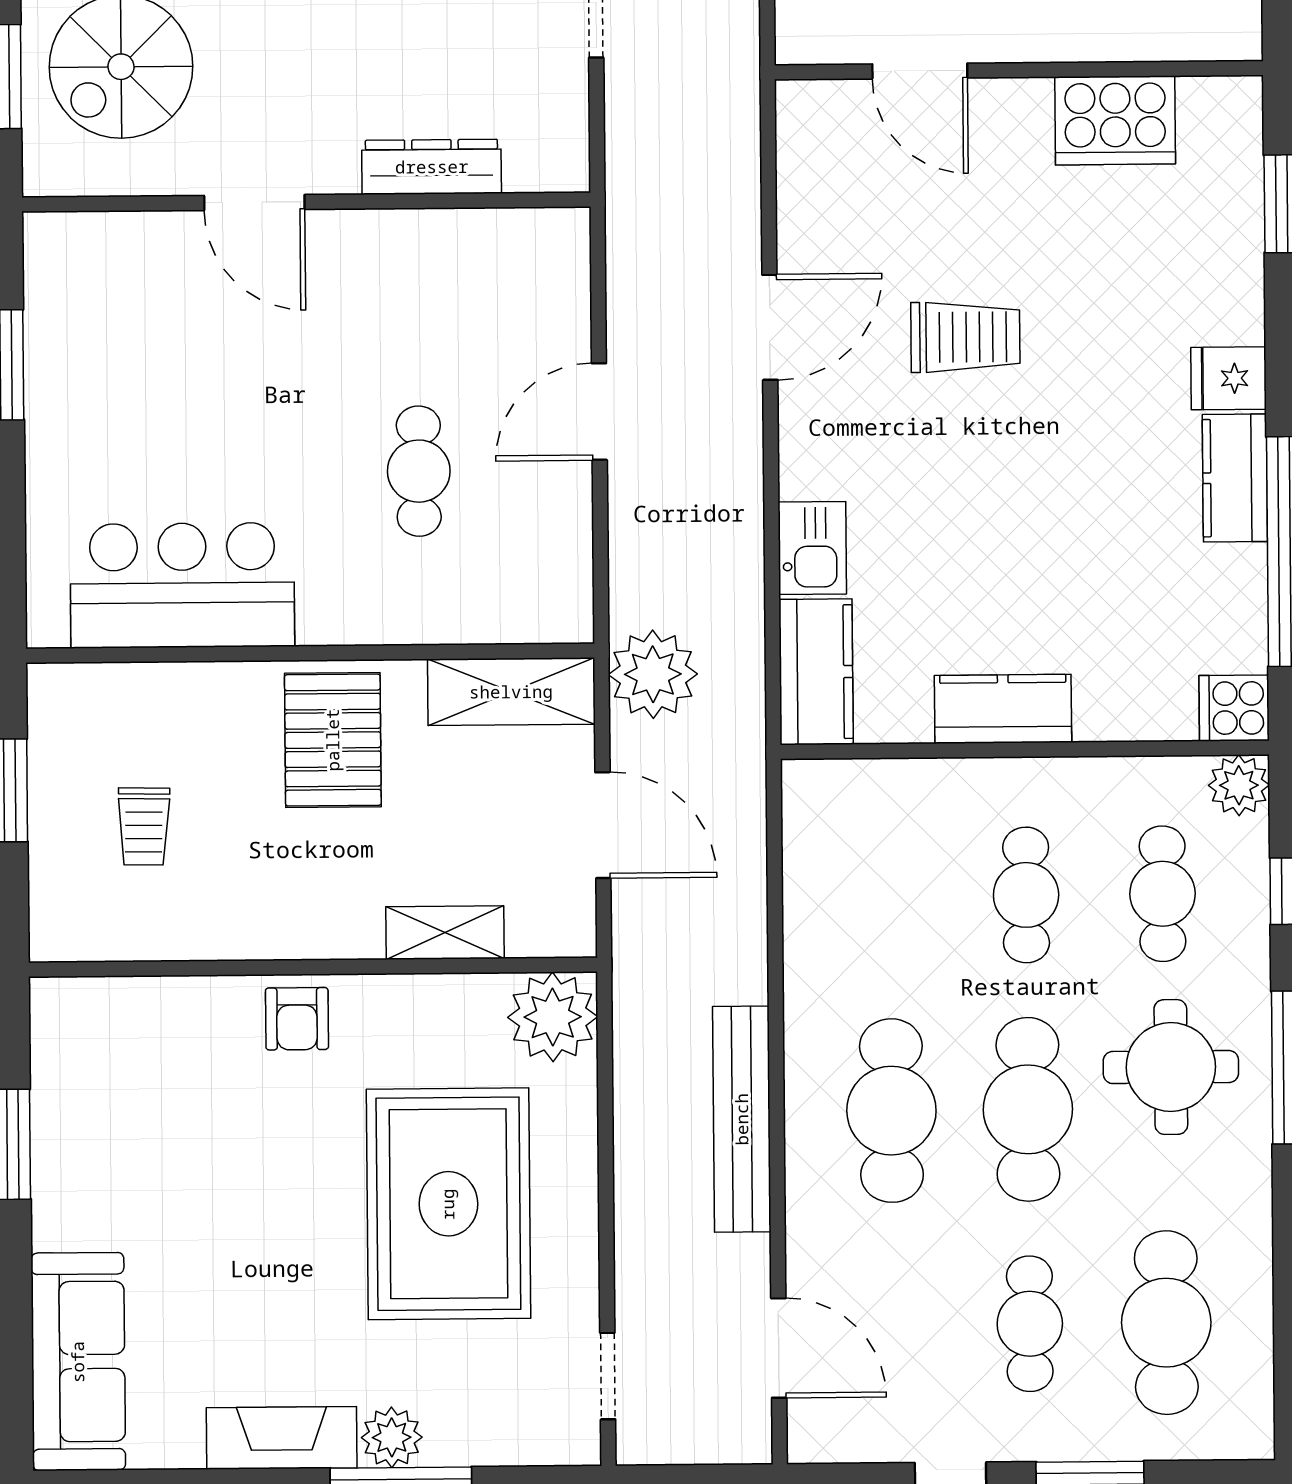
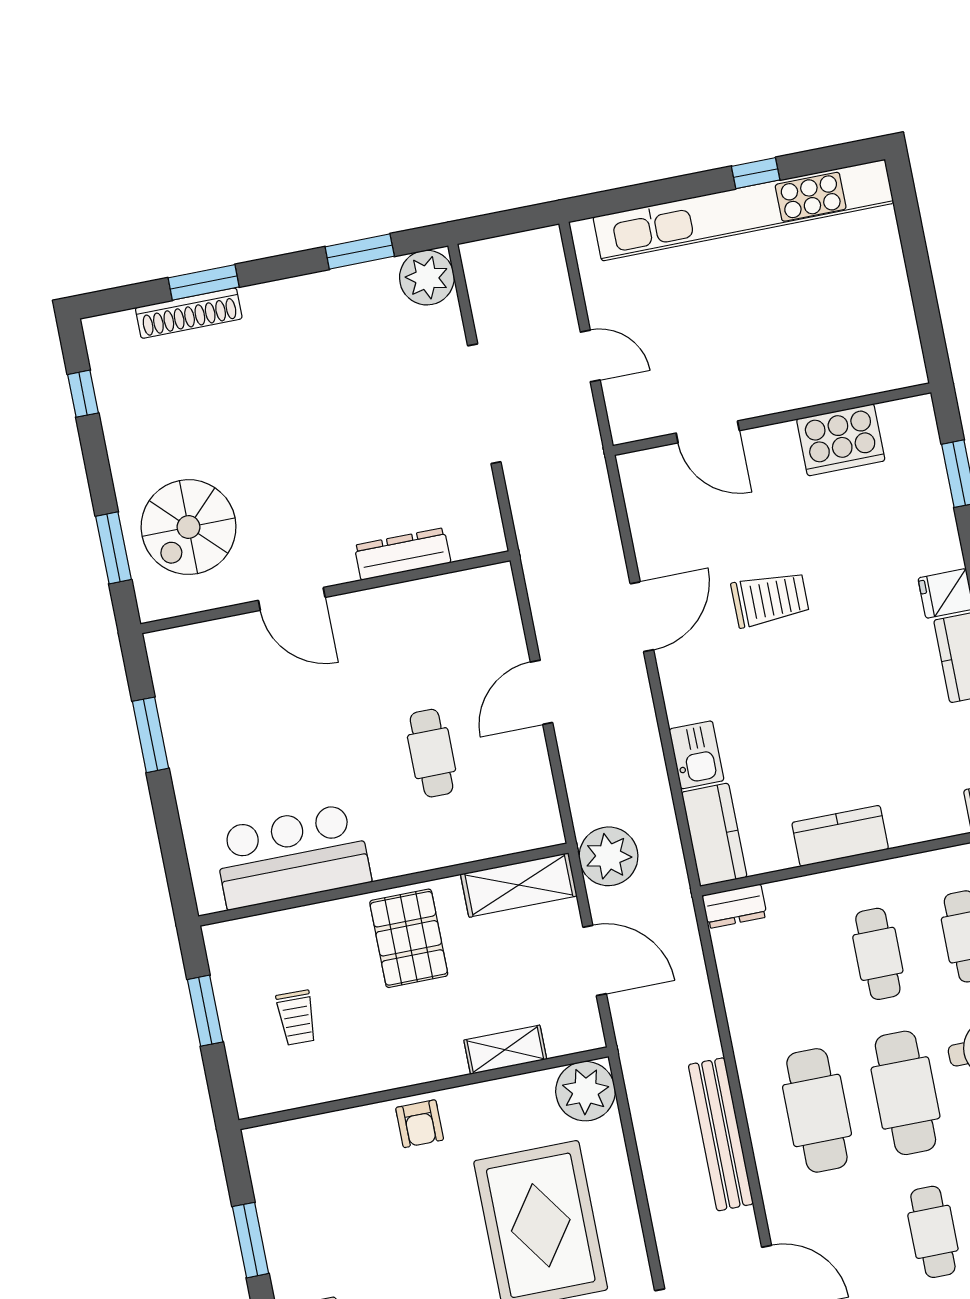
dresser: (826, 784) -> (735, 906), added

